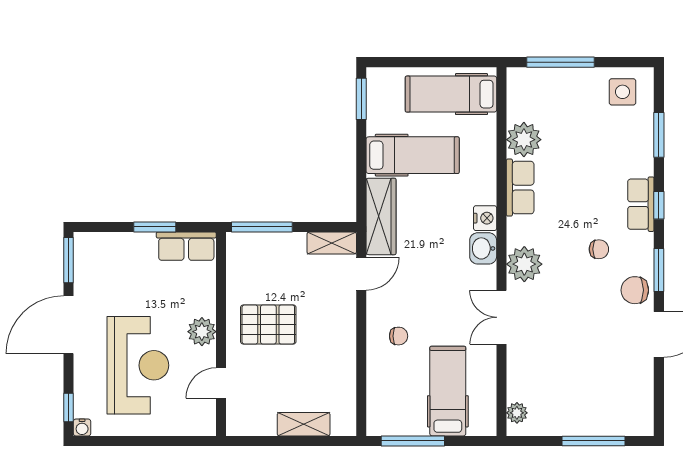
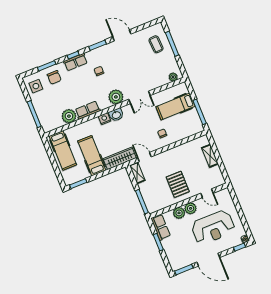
chair: (635, 290) -> (54, 77), moved
plant: (202, 301) -> (179, 213), added
reception desk: (138, 365) -> (213, 227), turned 180
coffee table: (607, 404) -> (156, 44), added

